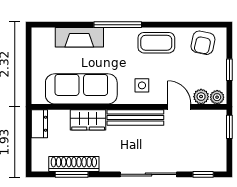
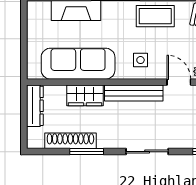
dresser: (39, 124) -> (35, 106), width x1.44
window: (72, 174) -> (87, 152), moved
sliding door: (148, 174) -> (147, 152), width x0.73

